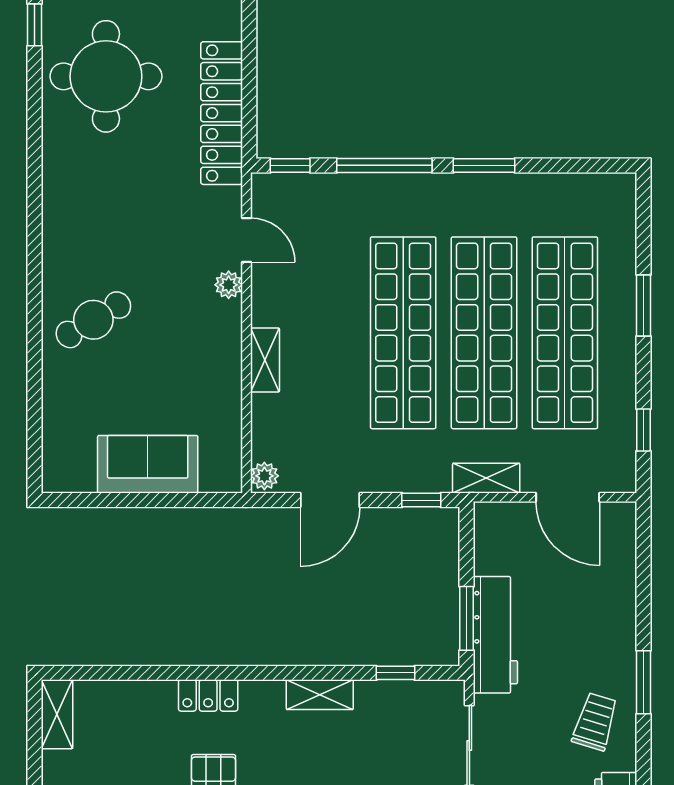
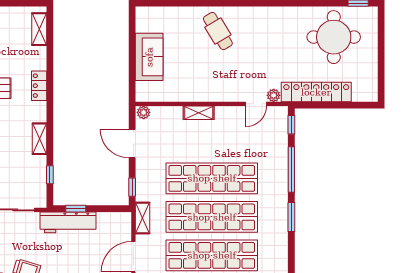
plant: (229, 285) -> (274, 95), moved
window: (467, 618) -> (76, 209), width x0.67
shelving: (57, 714) -> (39, 29), moved, turned 90

